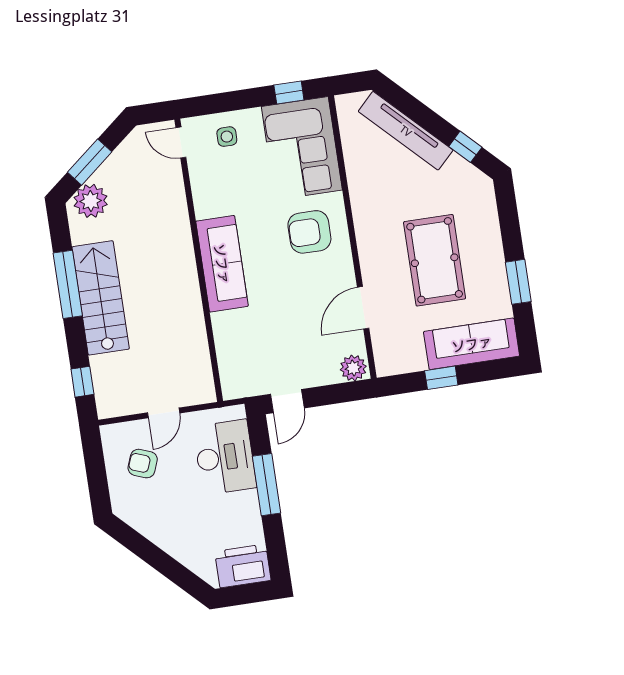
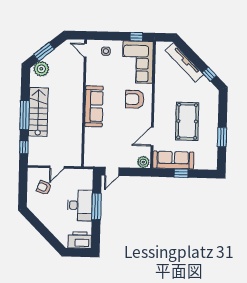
window: (68, 284) -> (25, 115), moved
sofa: (472, 344) -> (173, 160), moved
desk: (225, 457) -> (80, 205), moved

